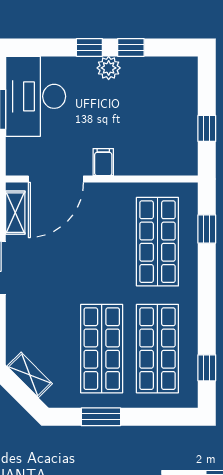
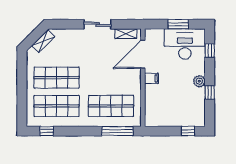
window: (89, 47) -> (210, 51), moved
window: (207, 128) -> (188, 131), moved
door: (56, 179) -> (143, 54), hinge flipped
window: (207, 229) -> (117, 131), width x2.17
window: (101, 417) -> (22, 77), removed

